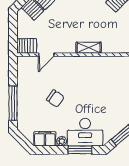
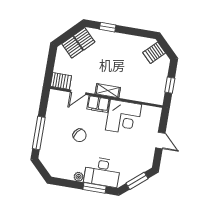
shelving: (89, 48) -> (108, 91), moved
corner desk: (97, 72) -> (124, 117), added
filing cabinet: (45, 139) -> (98, 104), moved, turned 180

